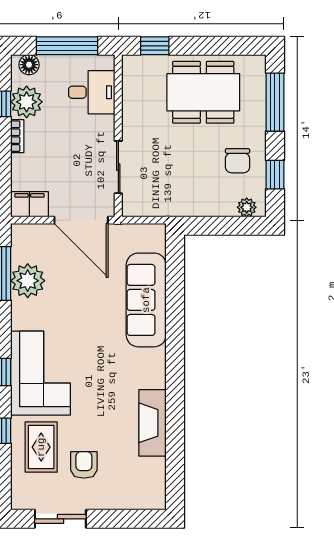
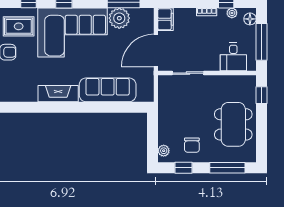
plant: (27, 102) -> (232, 13), width x0.53, depth x0.53
chair: (238, 161) -> (192, 145), turned -90
corner sofa: (41, 373) -> (73, 32), width x1.36, depth x1.36
fireplace: (152, 423) -> (58, 94), moved

